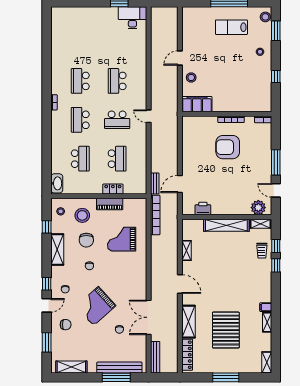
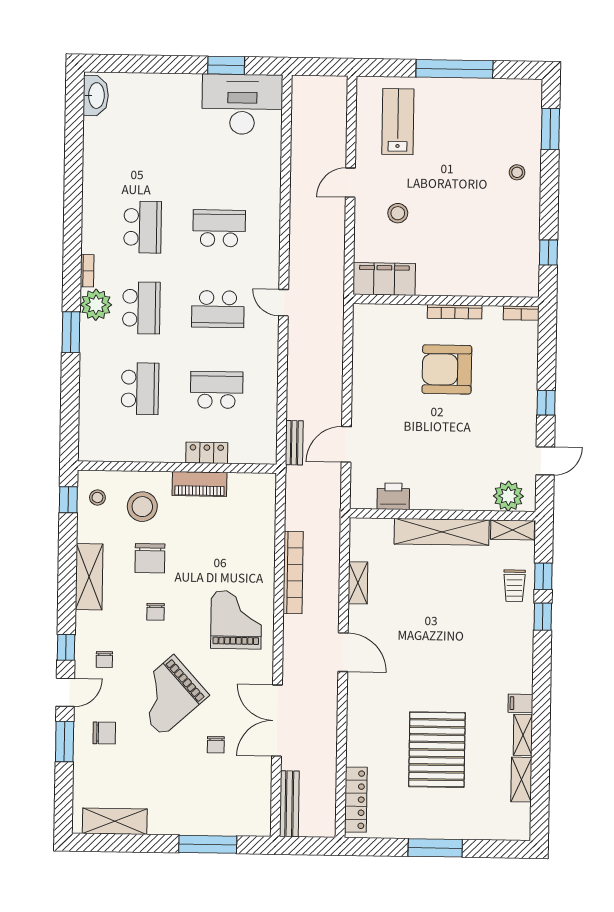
stool: (265, 17) -> (529, 100), removed
desk: (132, 18) -> (242, 104), width x1.36, depth x1.30
lab bench: (231, 27) -> (398, 122), moved, turned 90
window: (276, 77) -> (548, 253), moved
stool: (191, 78) -> (398, 213), moved
school desk: (80, 81) -> (143, 227), turned 180
school desk: (117, 81) -> (219, 228), turned 90
plant: (58, 119) -> (96, 305), added
school desk: (80, 120) -> (141, 308), turned 180
window: (47, 132) -> (71, 332), added
school desk: (117, 159) -> (217, 390), turned -90
window: (276, 162) -> (546, 403), width x0.46
washbasin: (57, 183) -> (96, 96), moved
door: (276, 190) -> (545, 461), swing flipped
bookcase: (155, 215) -> (293, 573), moved
window: (47, 227) -> (68, 500), moved
grand piano: (122, 239) -> (236, 620), moved, turned 90
shelving: (189, 322) -> (360, 731), removed
window: (47, 342) -> (65, 741), moved
shelving: (267, 362) -> (521, 780), moved
bench: (119, 368) -> (215, 824), removed

